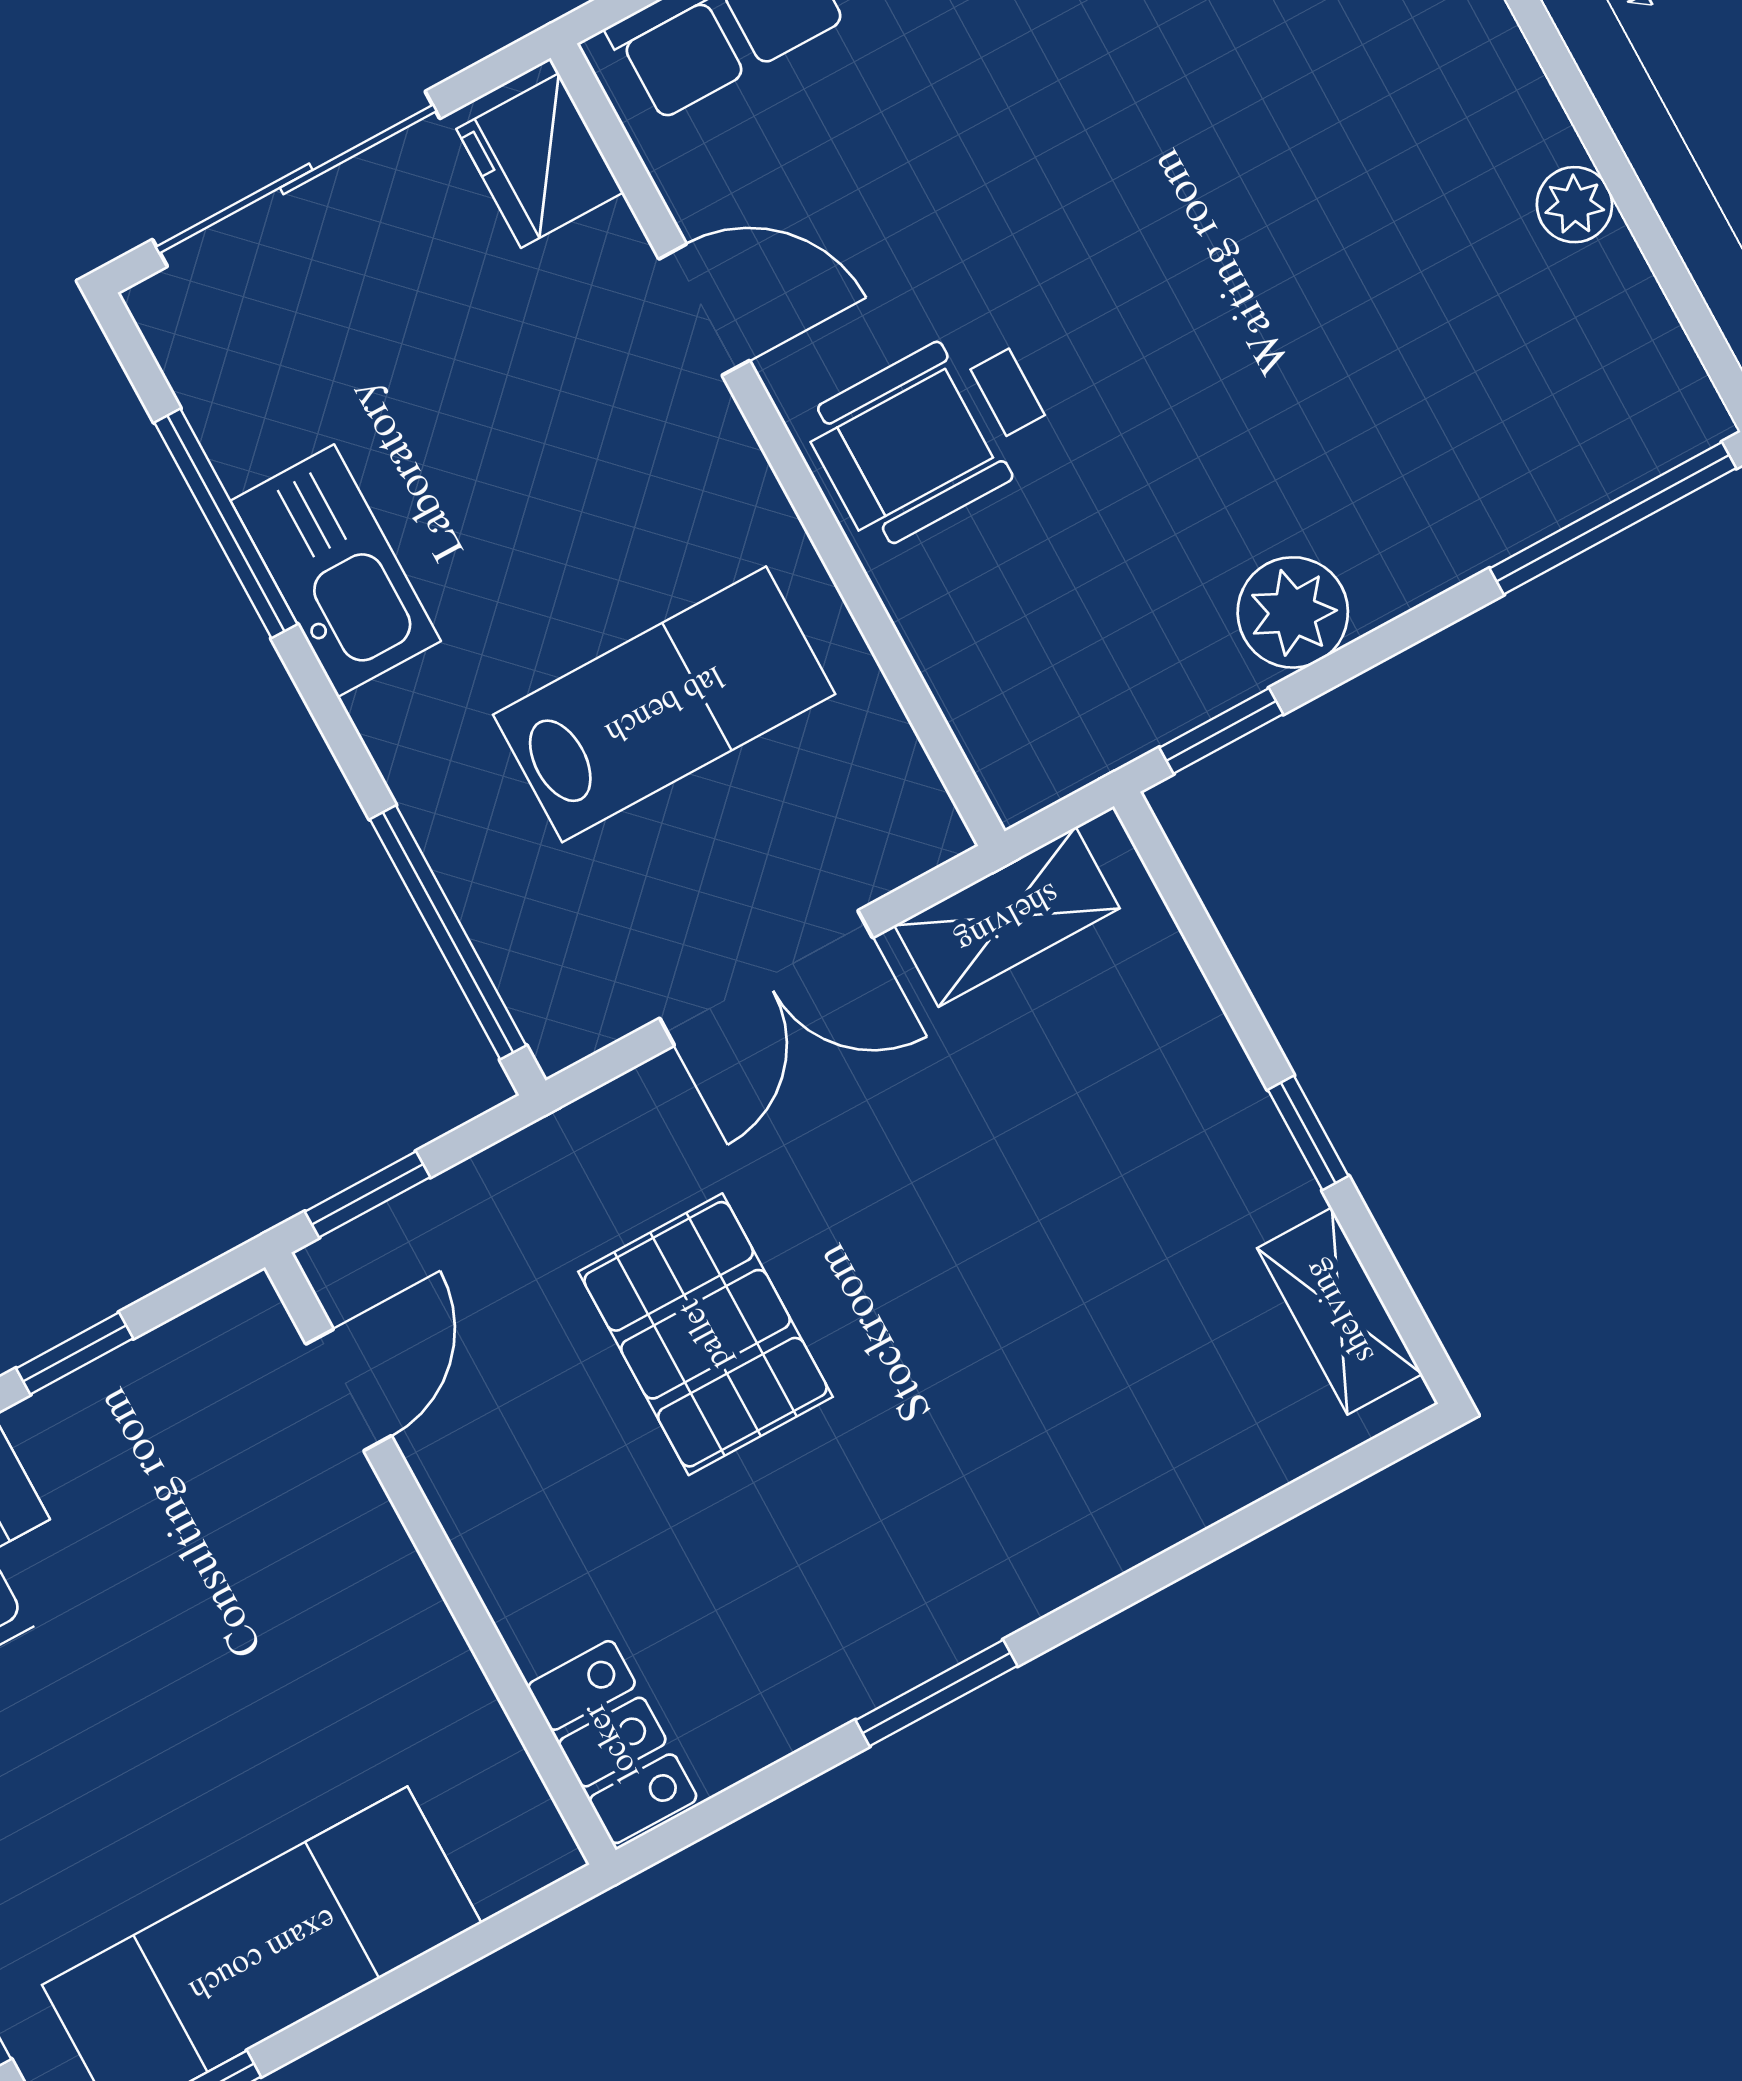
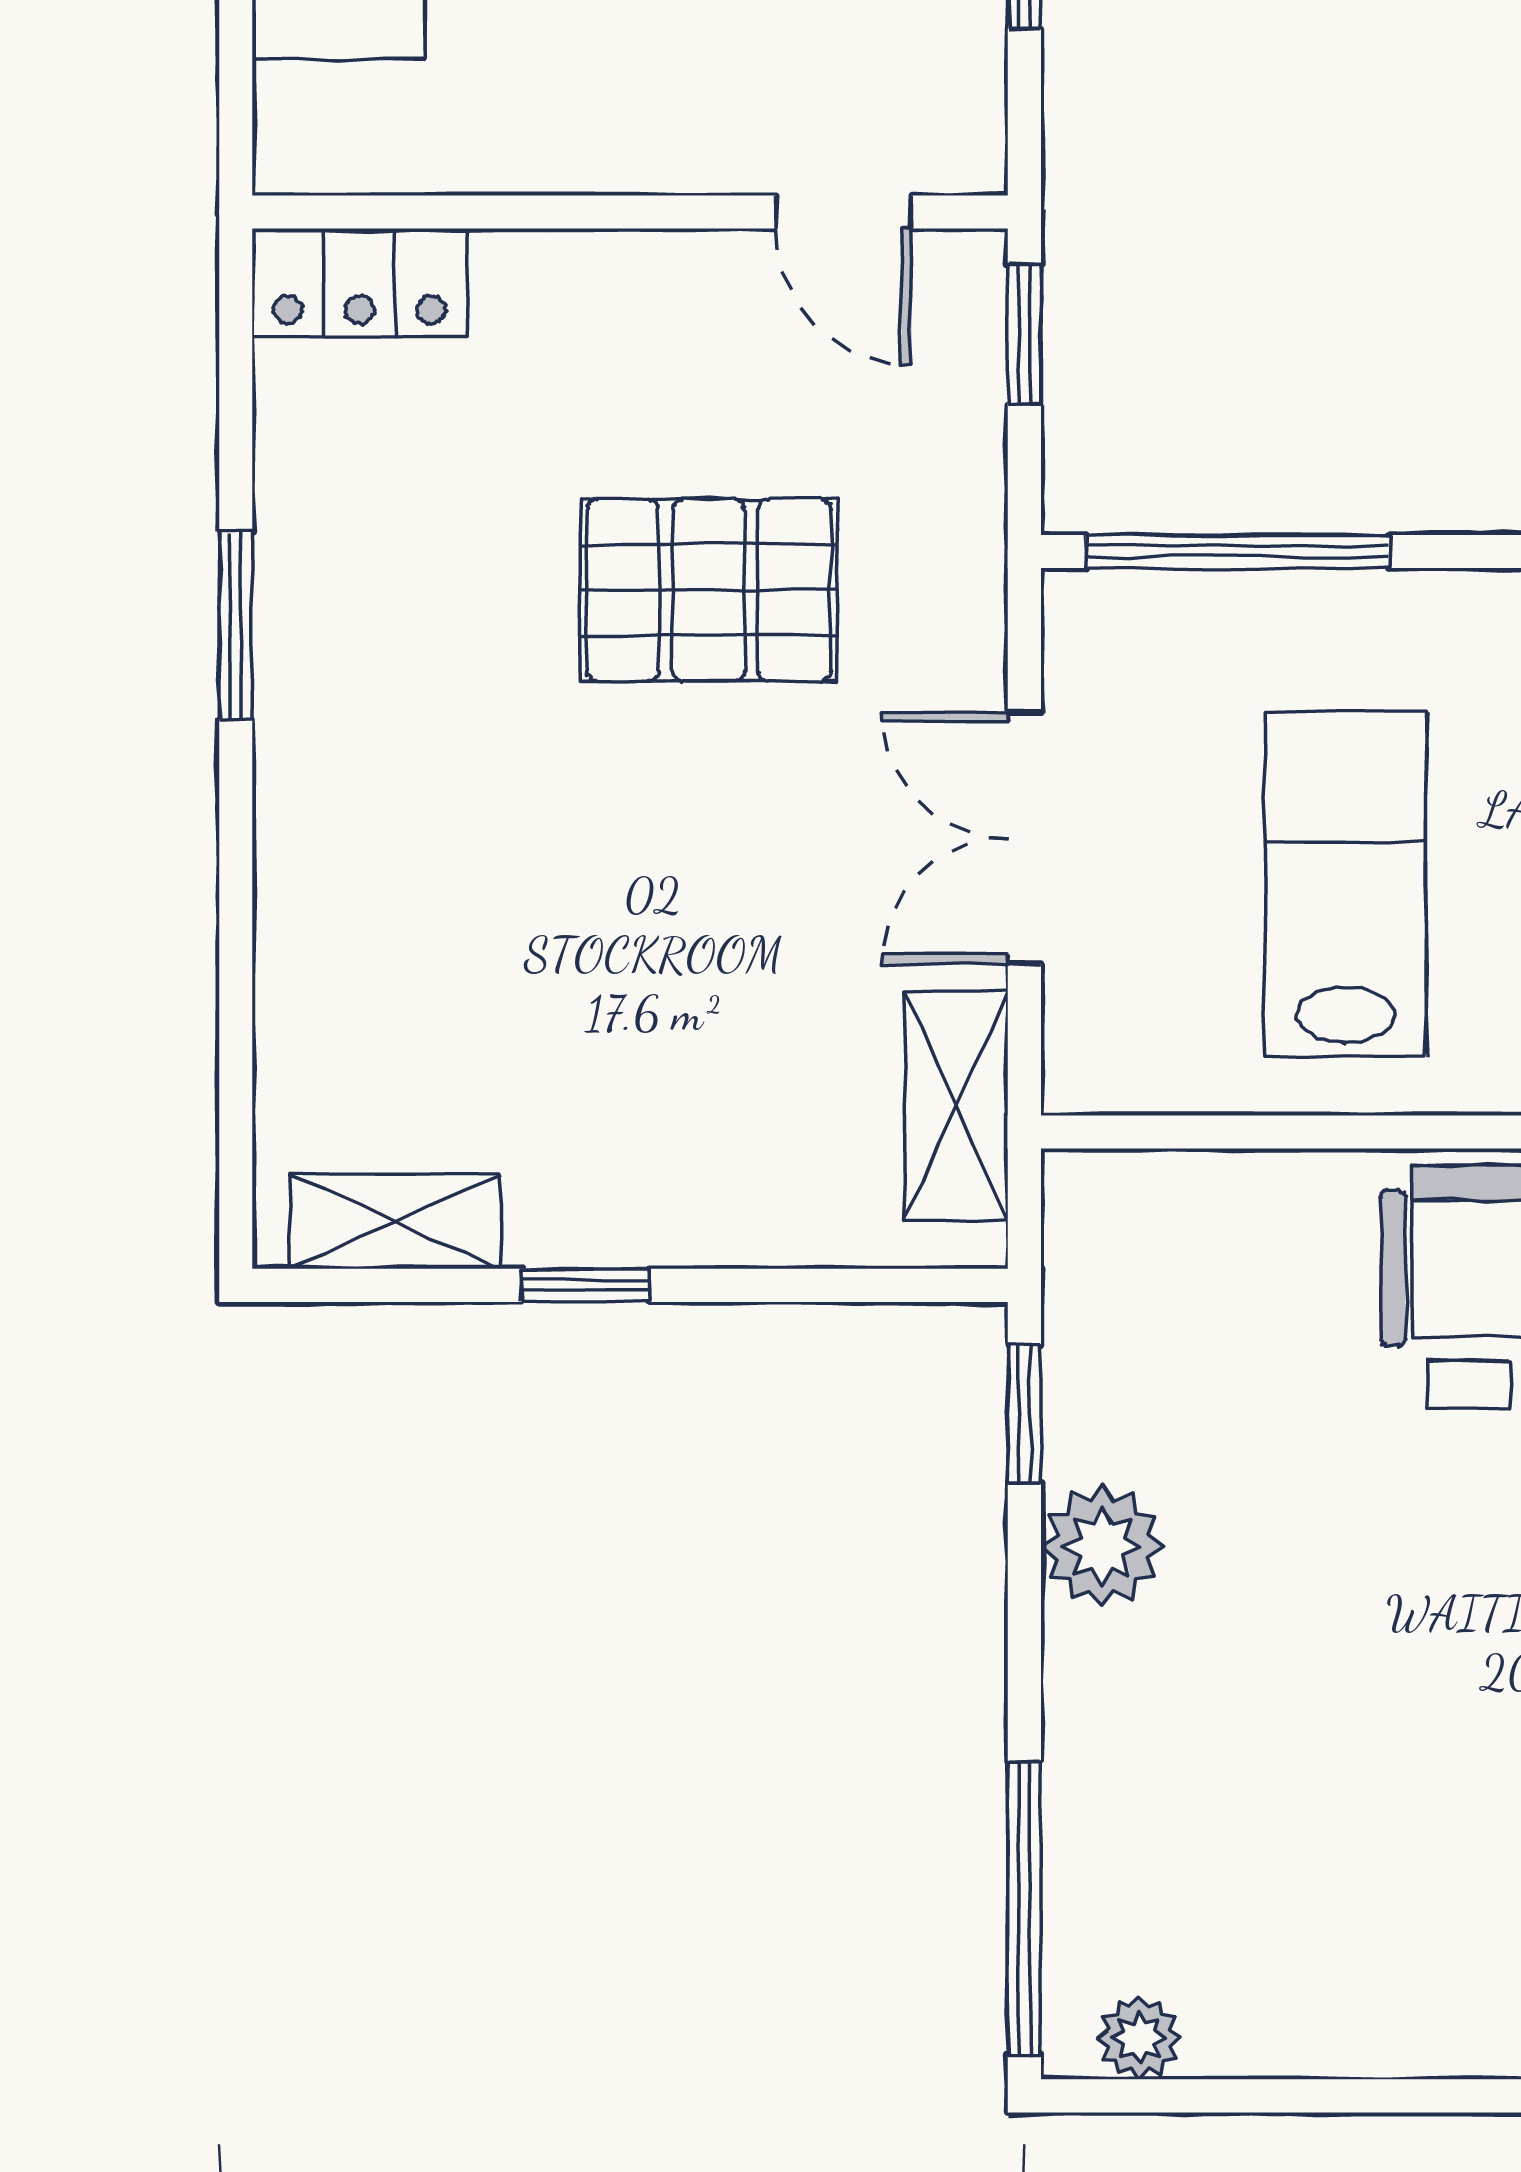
plant: (1574, 205) -> (1139, 2038), moved
lab bench: (664, 704) -> (1346, 884), turned 180

